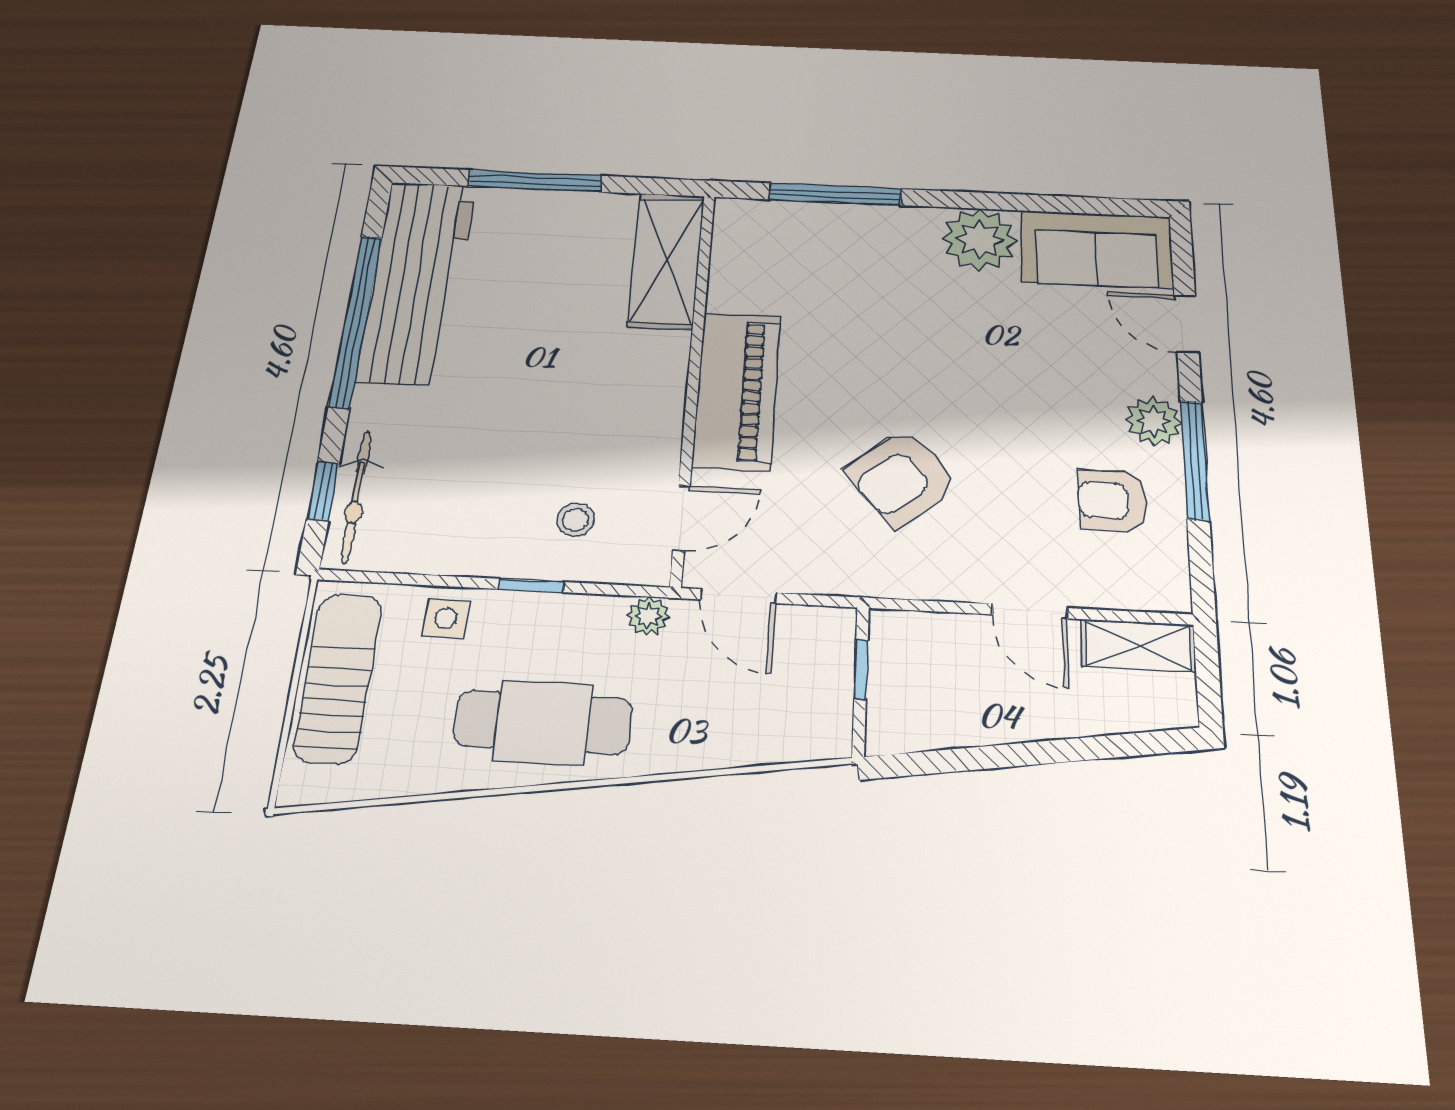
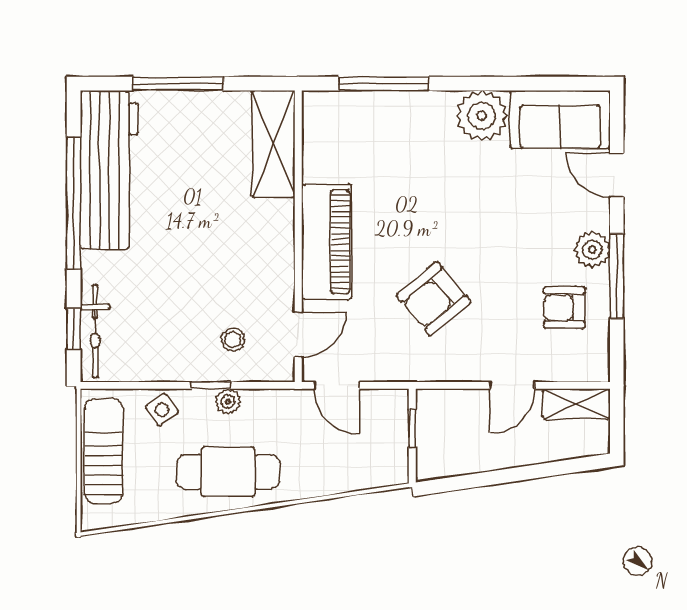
door: (1030, 611) -> (512, 385), hinge flipped
plant: (648, 616) -> (228, 401), moved
side table: (446, 618) -> (162, 410), turned -36

